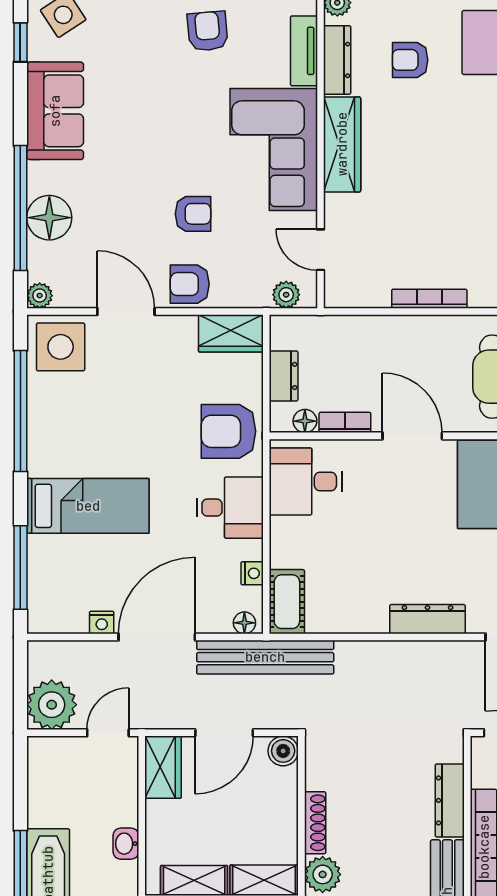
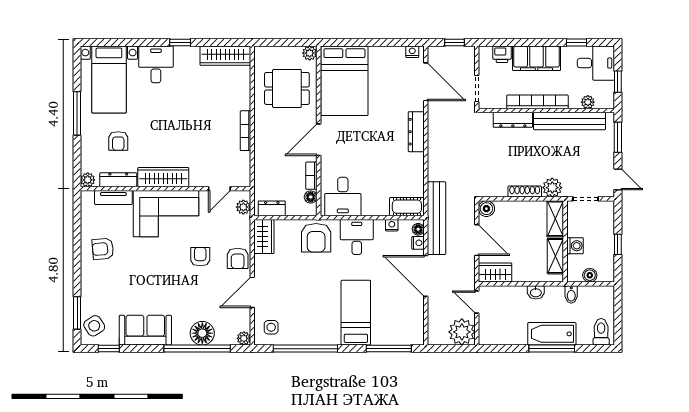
side table: (61, 347) -> (271, 327), width x0.54, depth x0.54
dresser: (284, 376) -> (272, 208), moved
nightstand: (102, 622) -> (418, 243), moved

